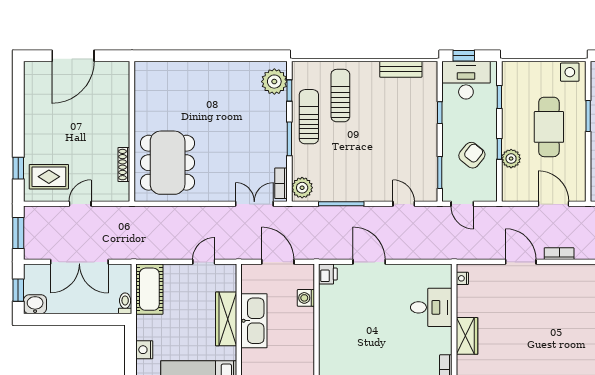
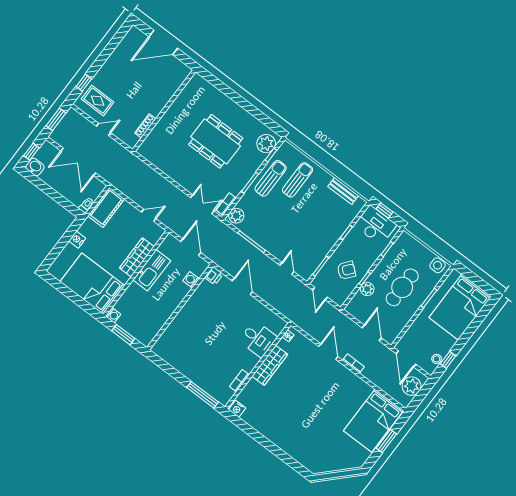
dining table: (168, 163) -> (216, 141), moved, turned 90
wardrobe: (467, 336) -> (270, 365), width x1.50

